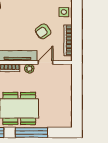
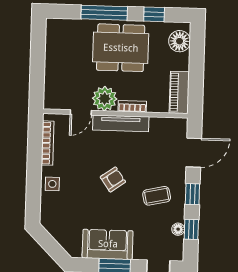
armchair: (43, 31) -> (113, 179), moved
plant: (29, 69) -> (105, 99), width x1.88, depth x1.88

